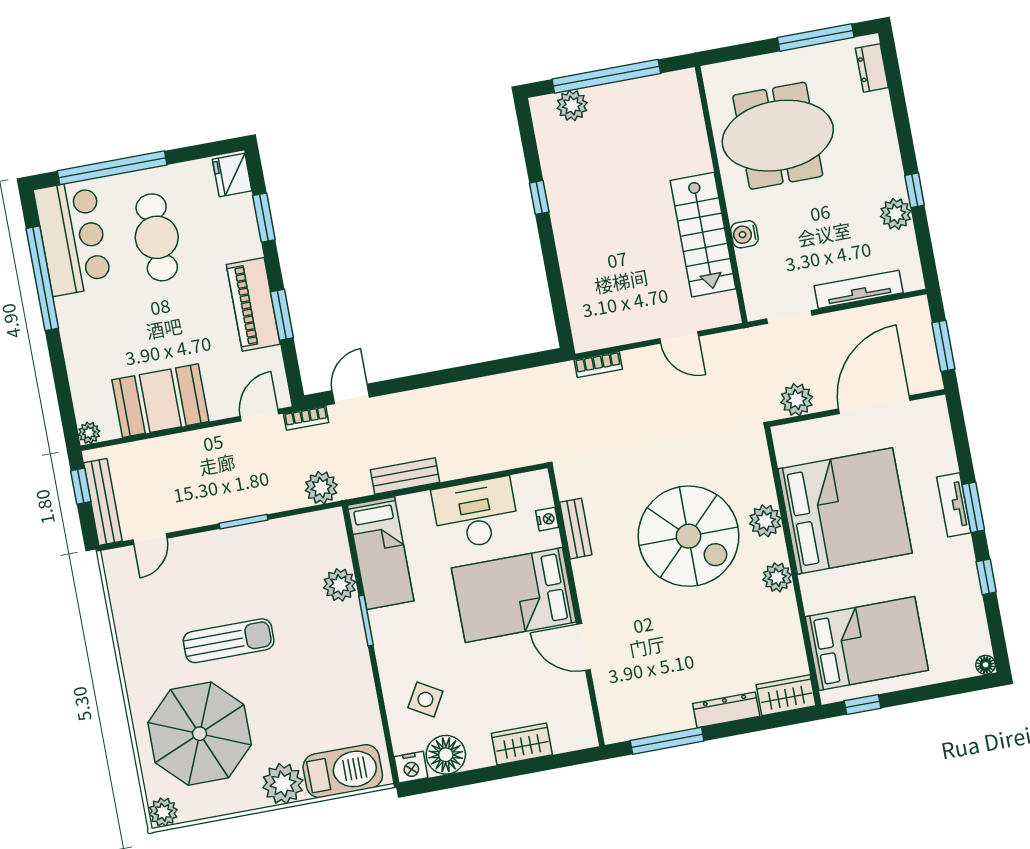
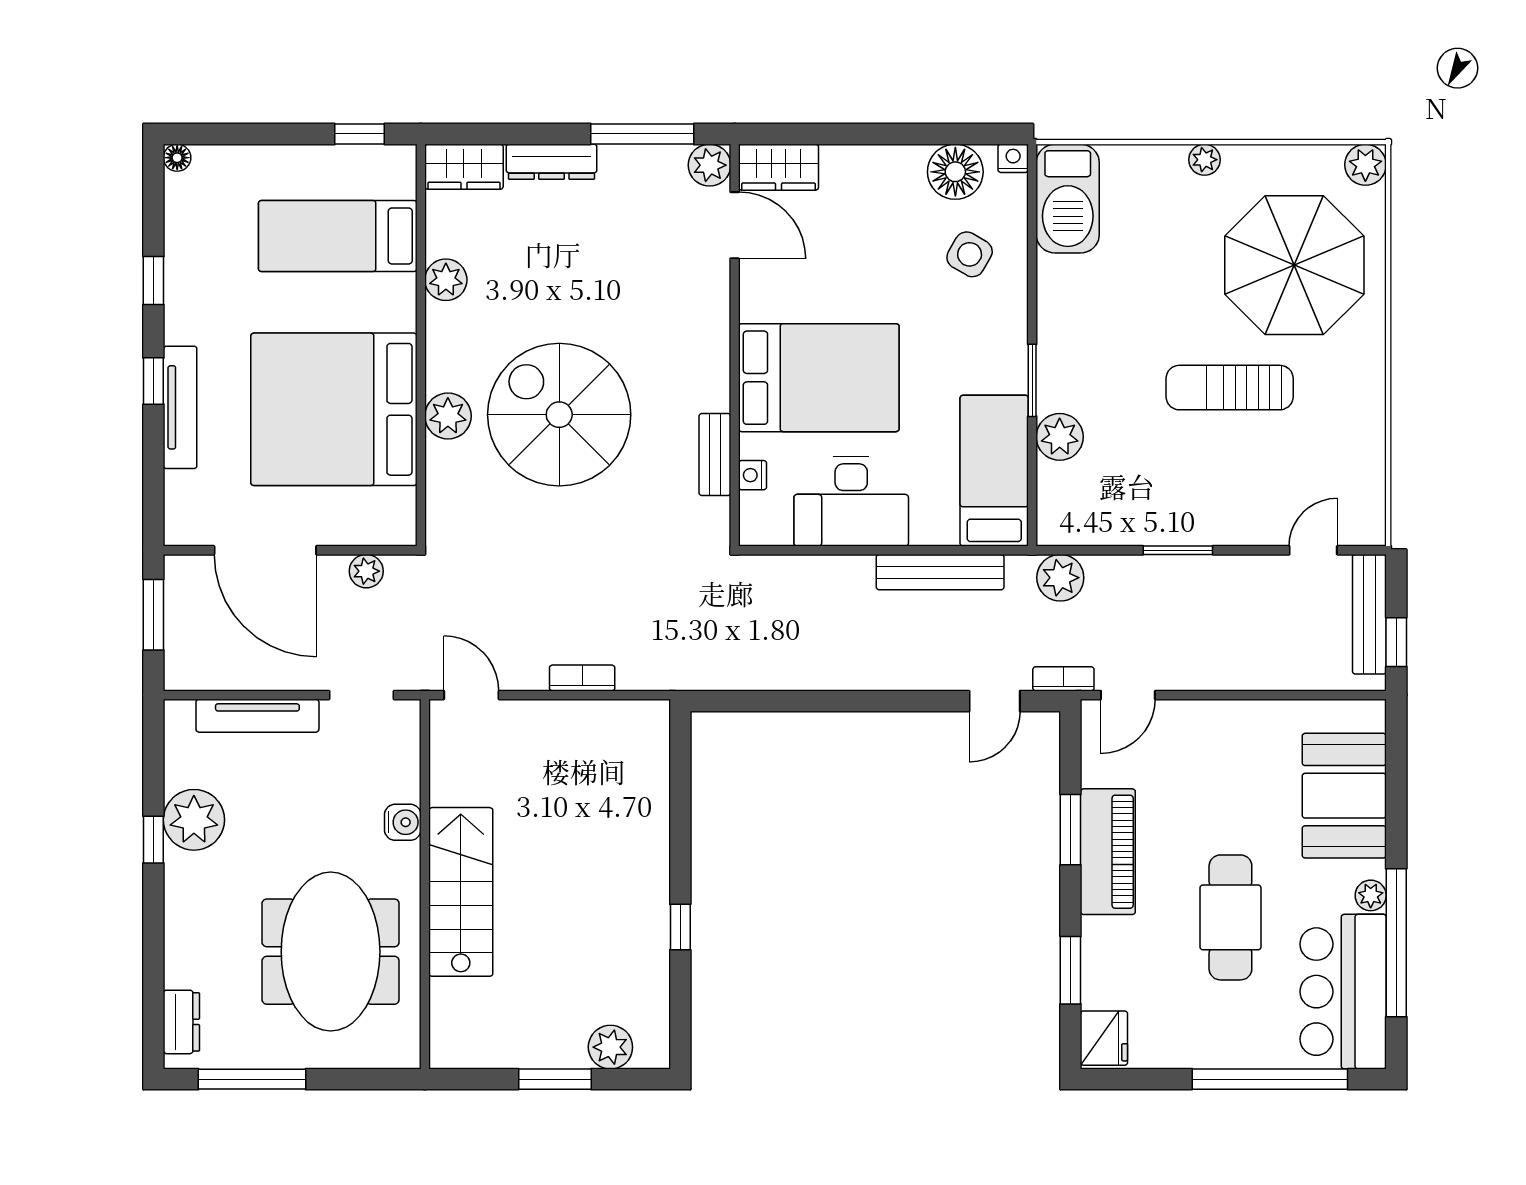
window: (606, 76) -> (555, 1079), width x0.47
meeting table: (778, 136) -> (331, 952), turned 90
plant: (896, 214) -> (194, 820), width x1.36, depth x1.36
stairs: (703, 235) -> (461, 892), moved
cafe table: (157, 237) -> (1230, 917), moved
door: (679, 337) -> (471, 695), moved
bookcase: (598, 365) -> (582, 678), moved
plant: (797, 400) -> (366, 571), width x0.73, depth x0.73
booth: (160, 401) -> (1344, 796), moved, turned 90
door: (874, 405) -> (265, 550), hinge flipped
plant: (89, 433) -> (1371, 895), moved
bench: (405, 476) -> (940, 572), width x1.36
tv unit: (954, 505) -> (180, 407), width x1.41
window: (973, 507) -> (153, 381), width x0.67
plant: (777, 577) -> (446, 280), moved
bed: (867, 644) -> (338, 236), width x0.67
door: (584, 647) -> (735, 225), moved
plant: (617, 728) -> (709, 165), added
wardrobe: (522, 744) -> (779, 167), moved
nightstand: (411, 767) -> (1013, 158), width x0.72, depth x0.74
barbecue: (343, 771) -> (1068, 199), moved, turned -90
plant: (283, 784) -> (1204, 160), width x0.53, depth x0.53

